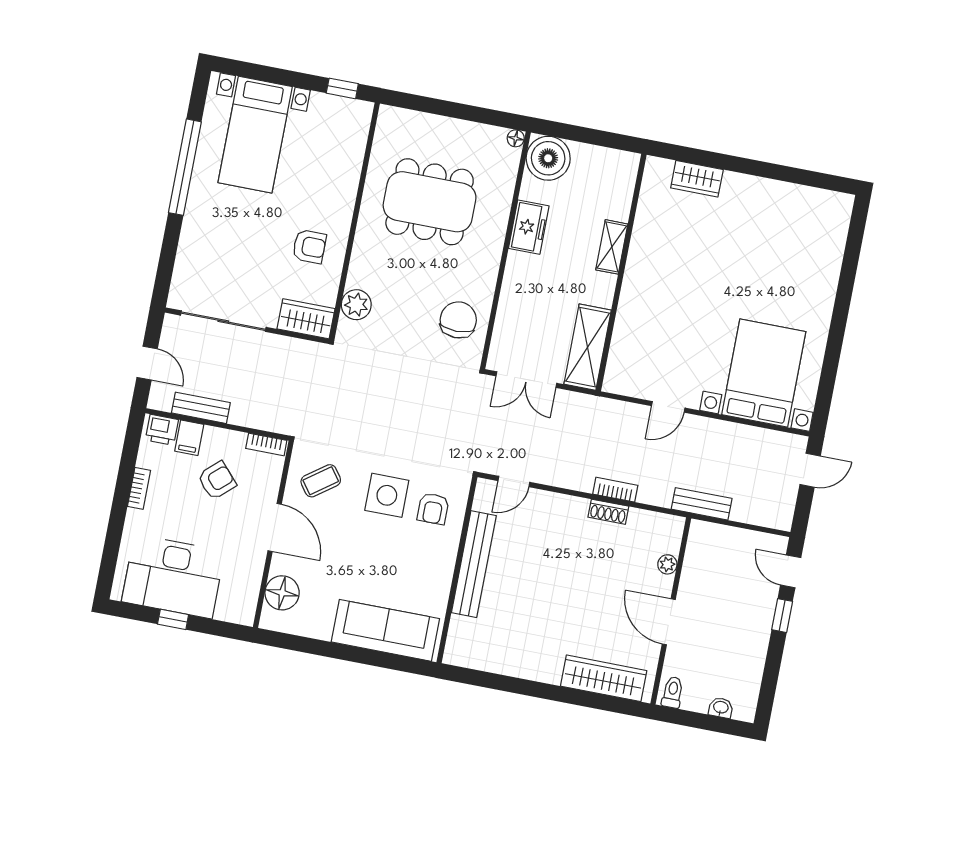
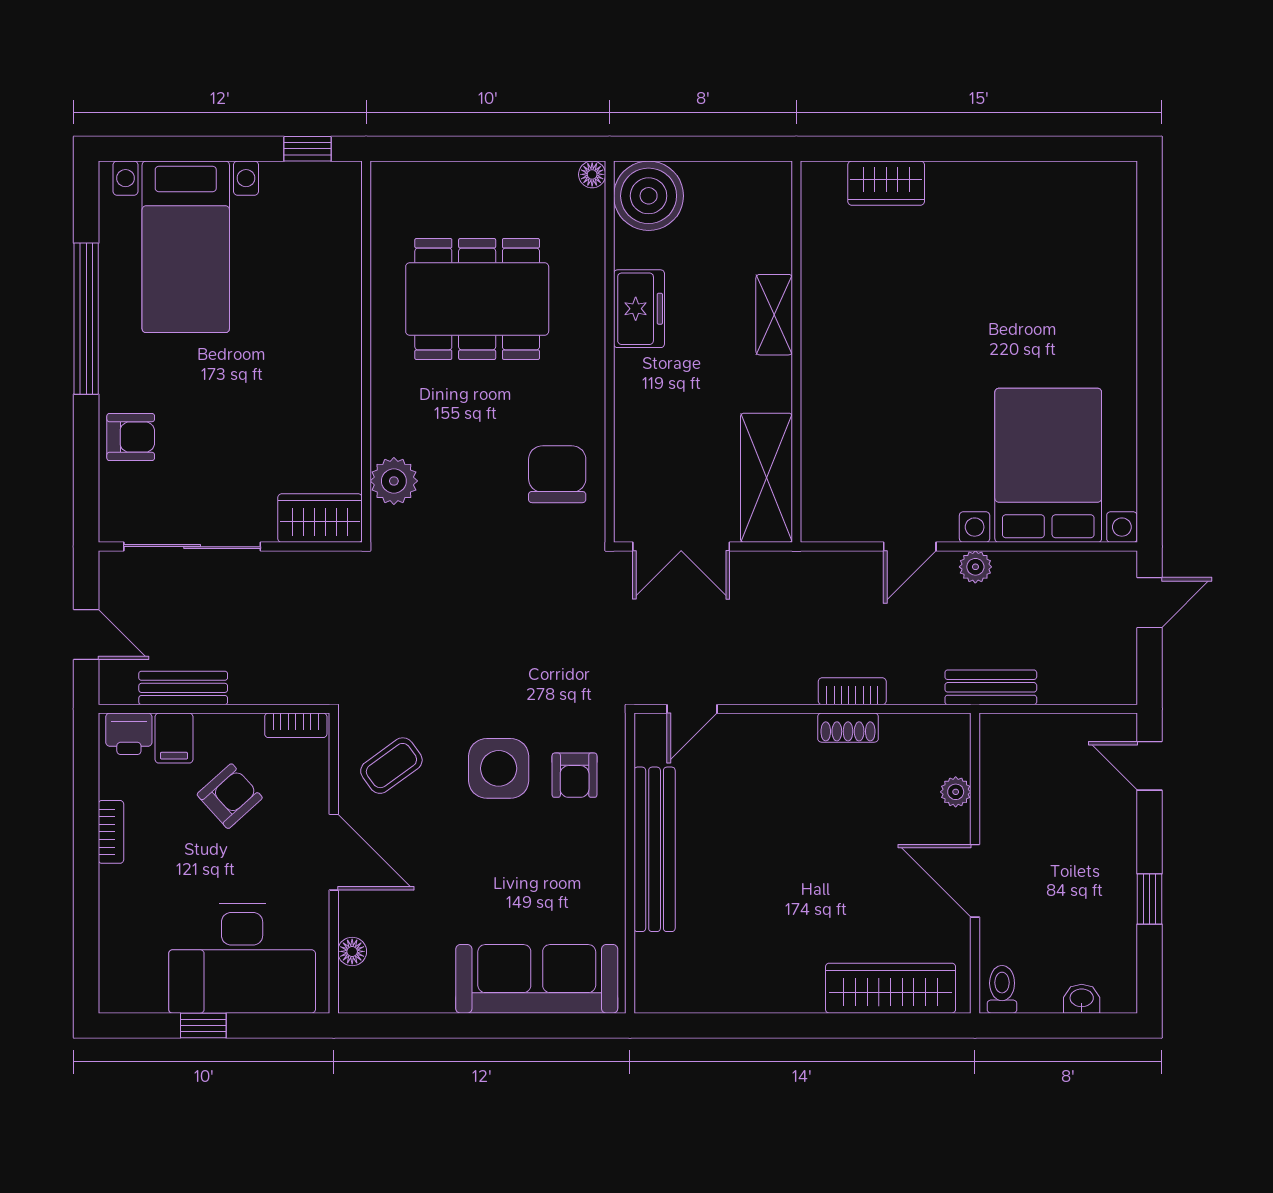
armchair: (309, 247) -> (131, 437), moved
plant: (706, 427) -> (975, 567), added
desk: (173, 576) -> (242, 958), moved
floor lamp: (282, 593) -> (352, 951), width x0.53, depth x0.53
window: (782, 616) -> (1149, 899), moved

